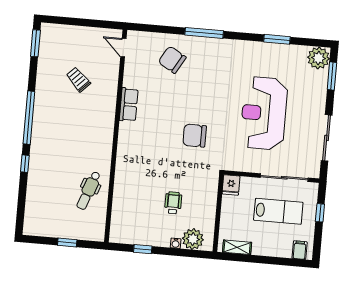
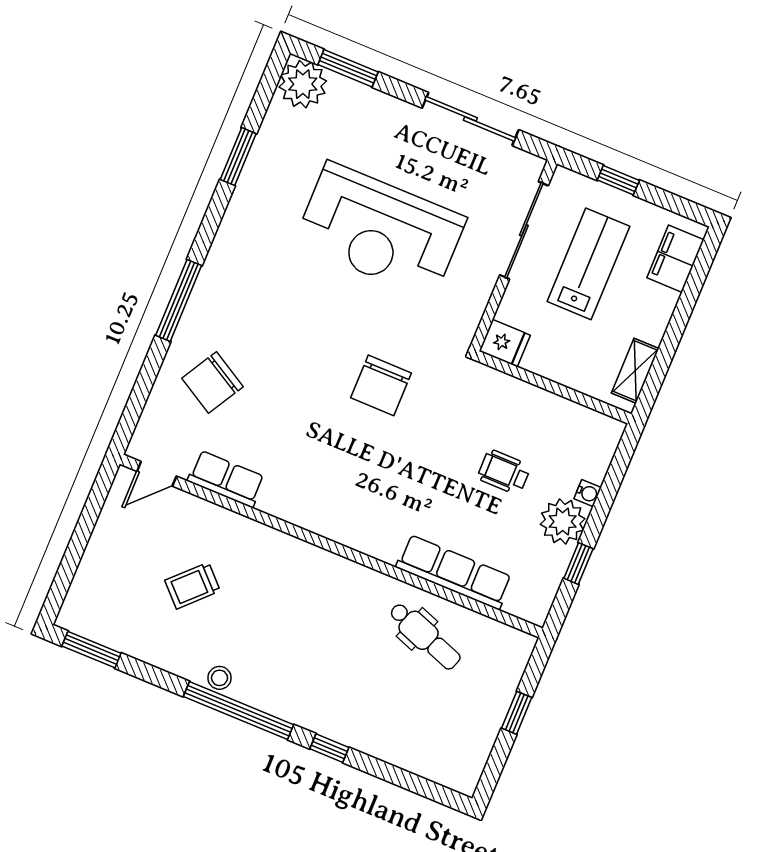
stool: (41, 105) -> (219, 678), added
row of seats: (129, 105) -> (226, 479), moved
row of seats: (121, 195) -> (454, 572), added
plant: (193, 239) -> (563, 522), moved
filing cabinet: (300, 250) -> (675, 259), width x2.00

